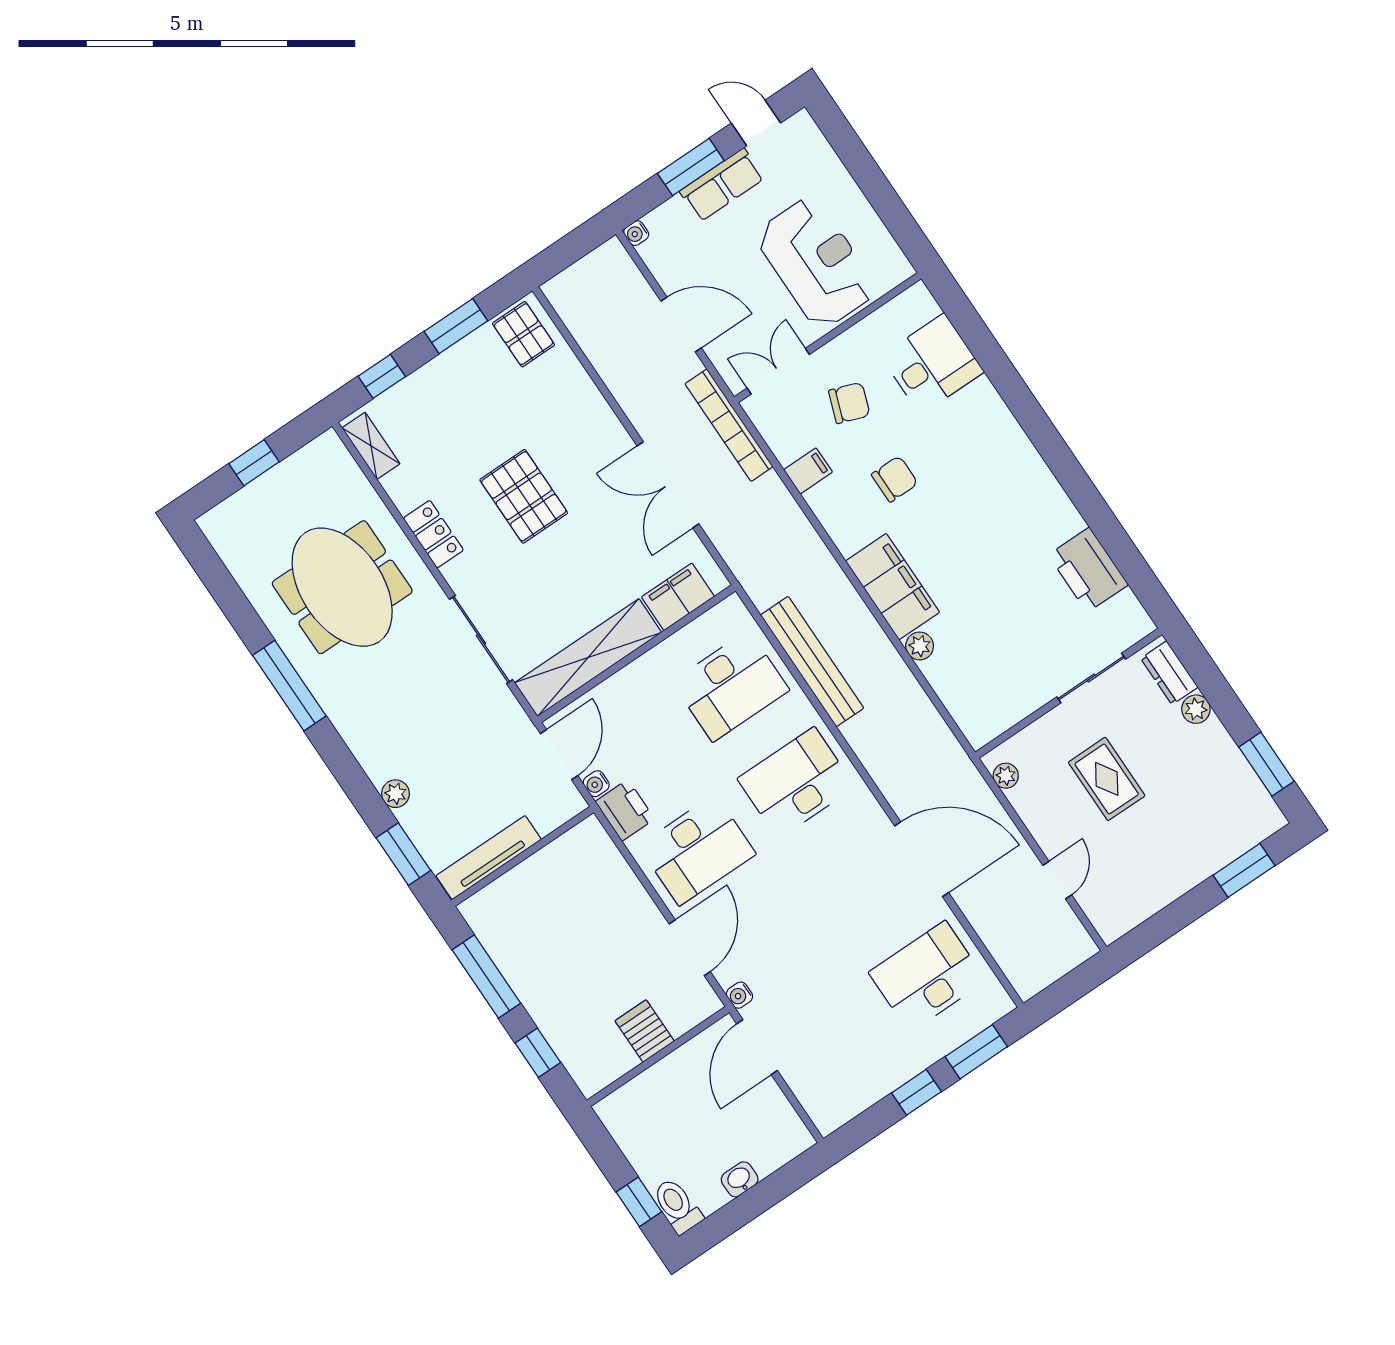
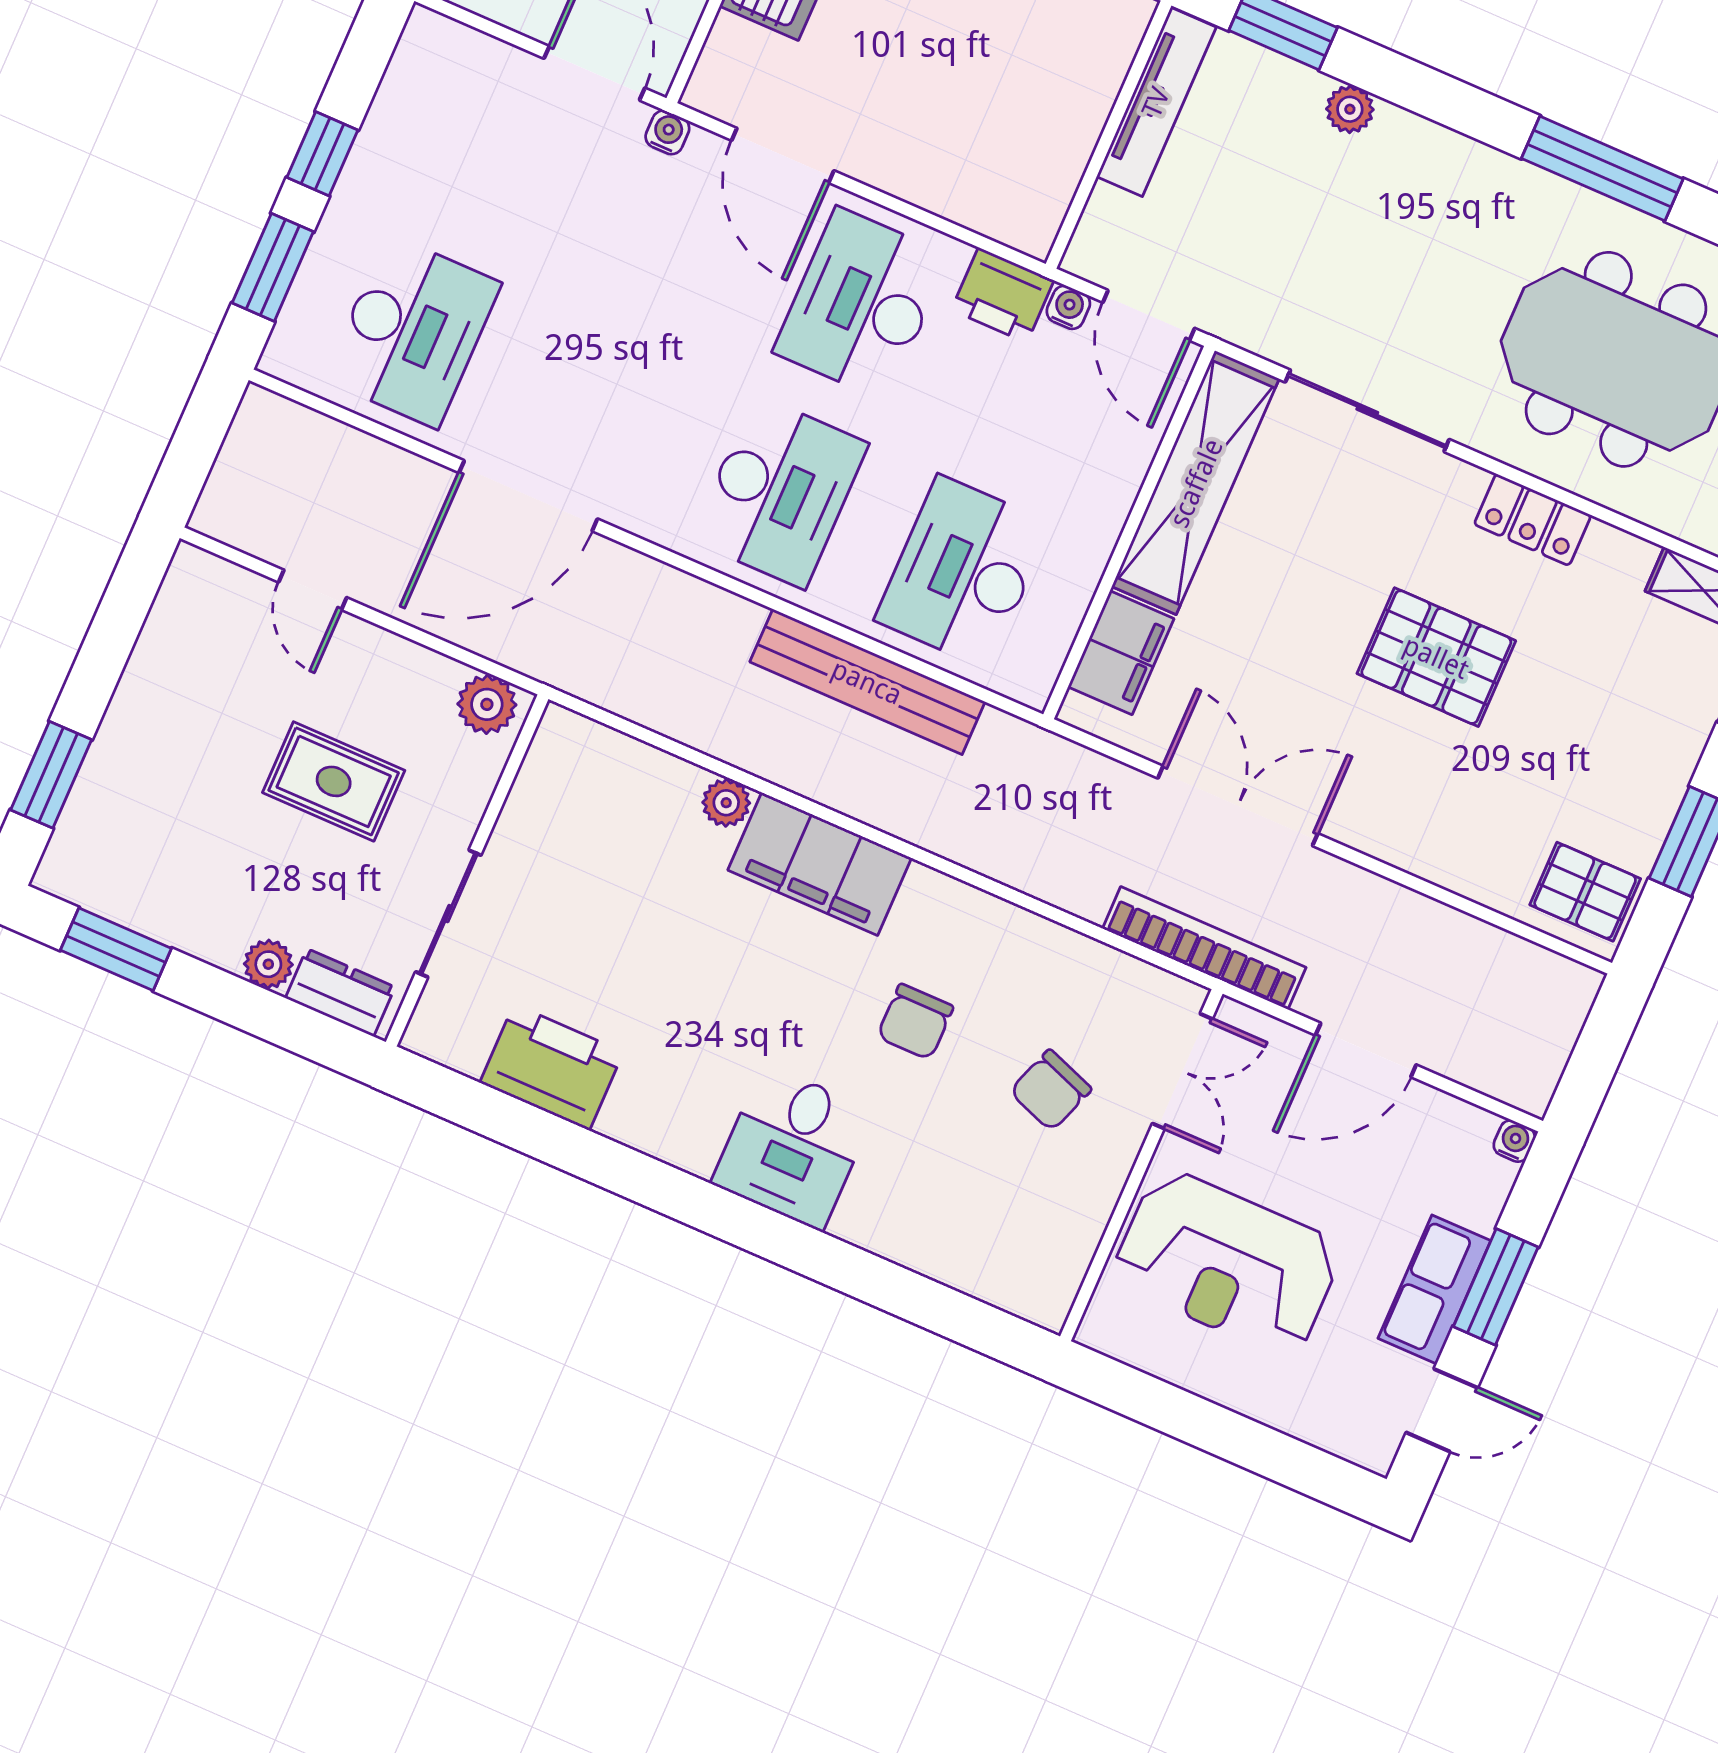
desk: (932, 364) -> (793, 1147), moved
filing cabinet: (808, 471) -> (1048, 954), removed
plant: (1006, 776) -> (487, 704), width x1.38, depth x1.38

